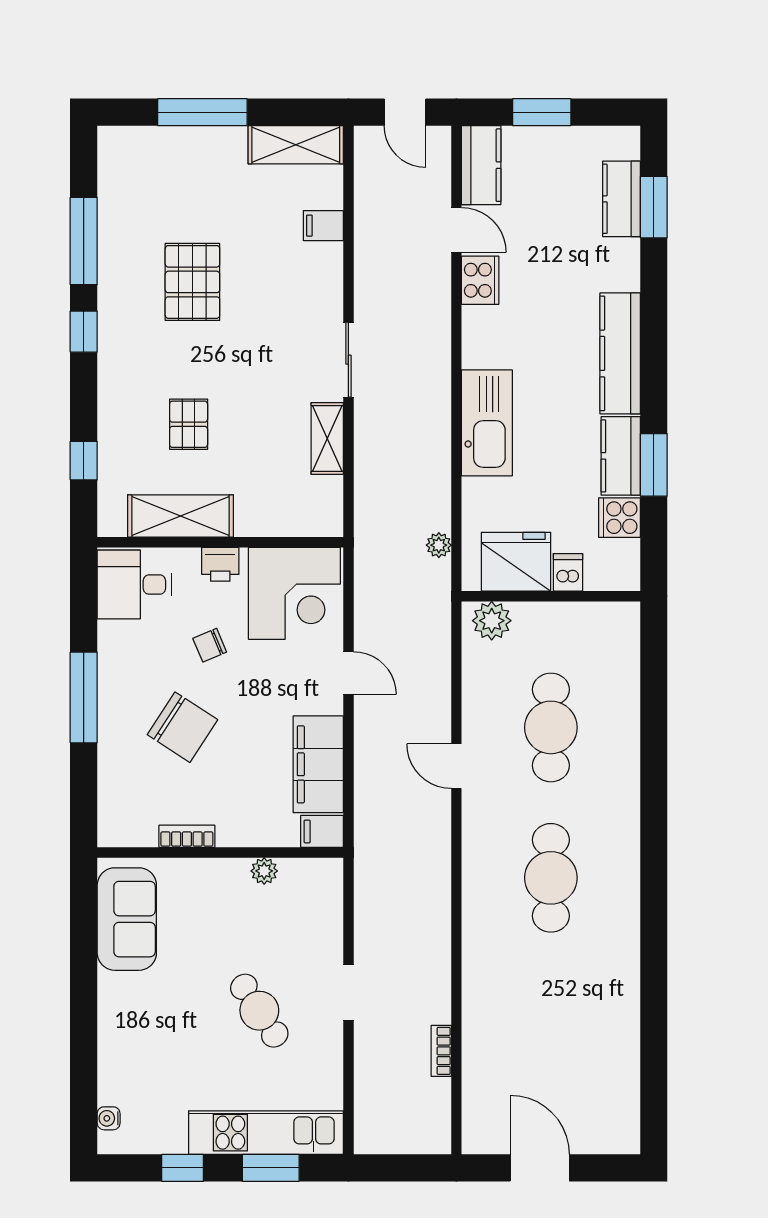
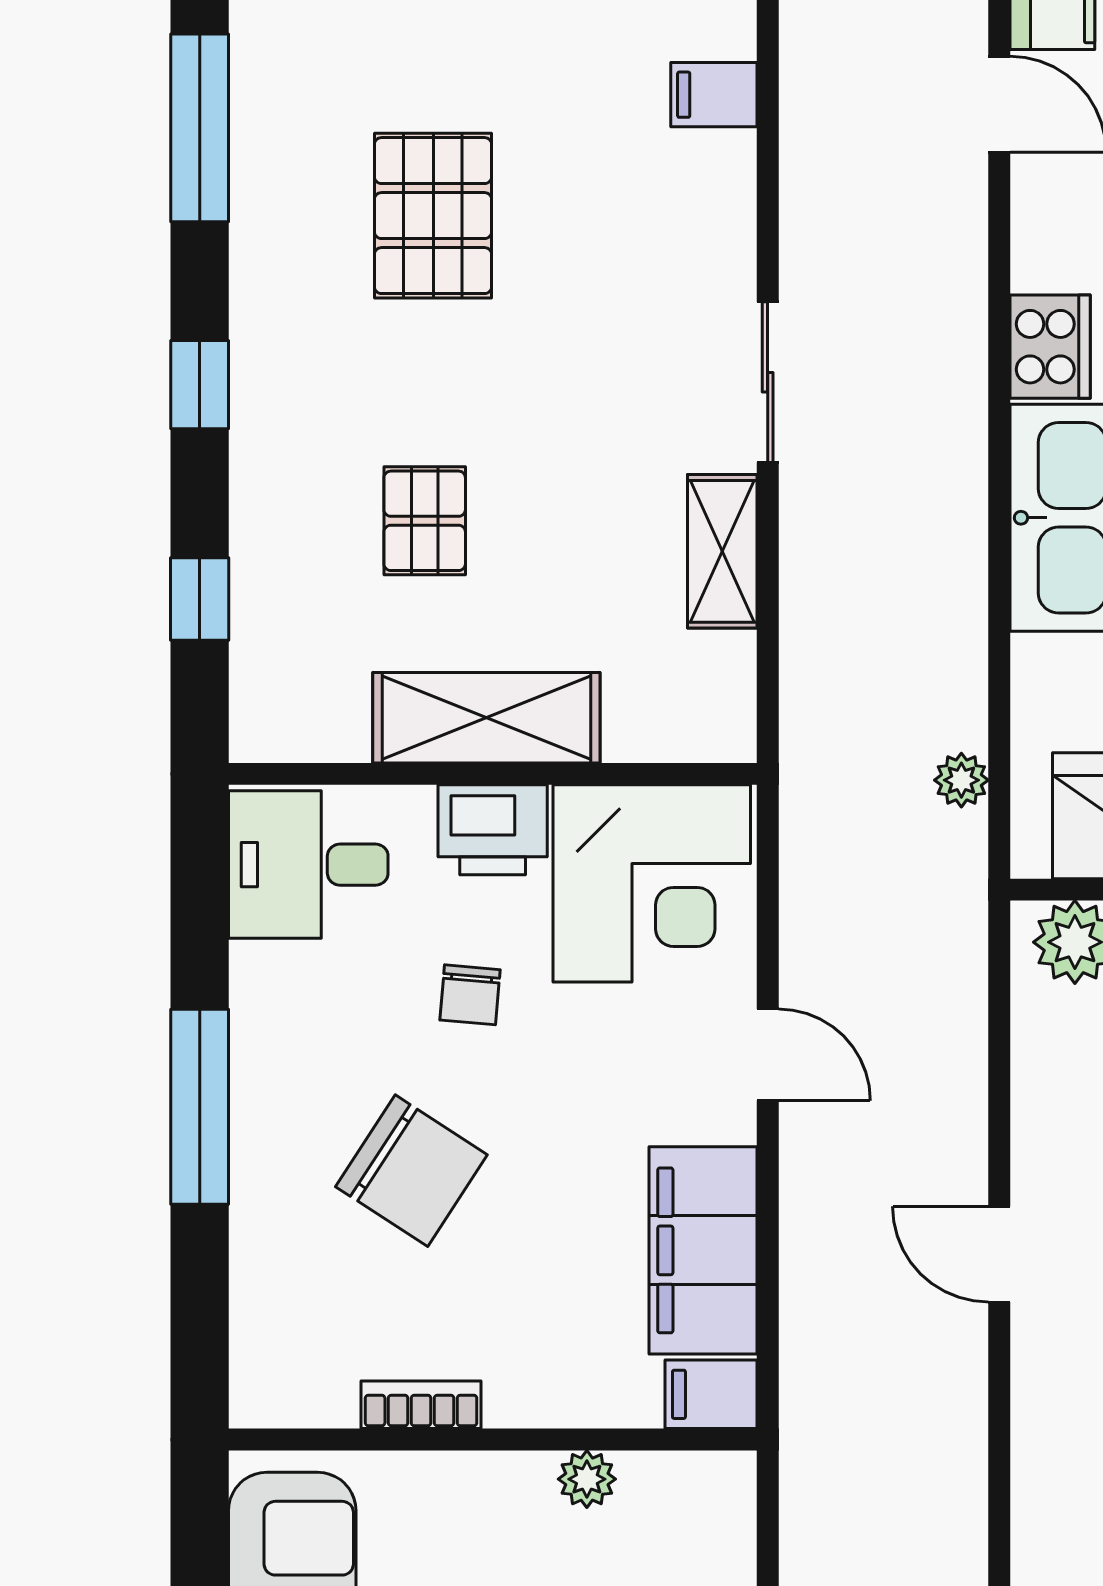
cooker: (480, 280) -> (1050, 347), moved
window: (84, 332) -> (200, 385), moved
shelving: (180, 516) -> (486, 718), moved
printer: (220, 564) -> (493, 830), width x1.36, depth x1.24
chair: (210, 645) -> (470, 995), turned -62

